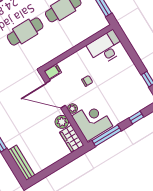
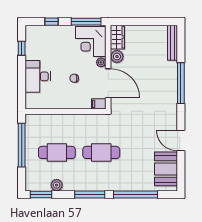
desk: (106, 48) -> (38, 76), moved, turned 90

